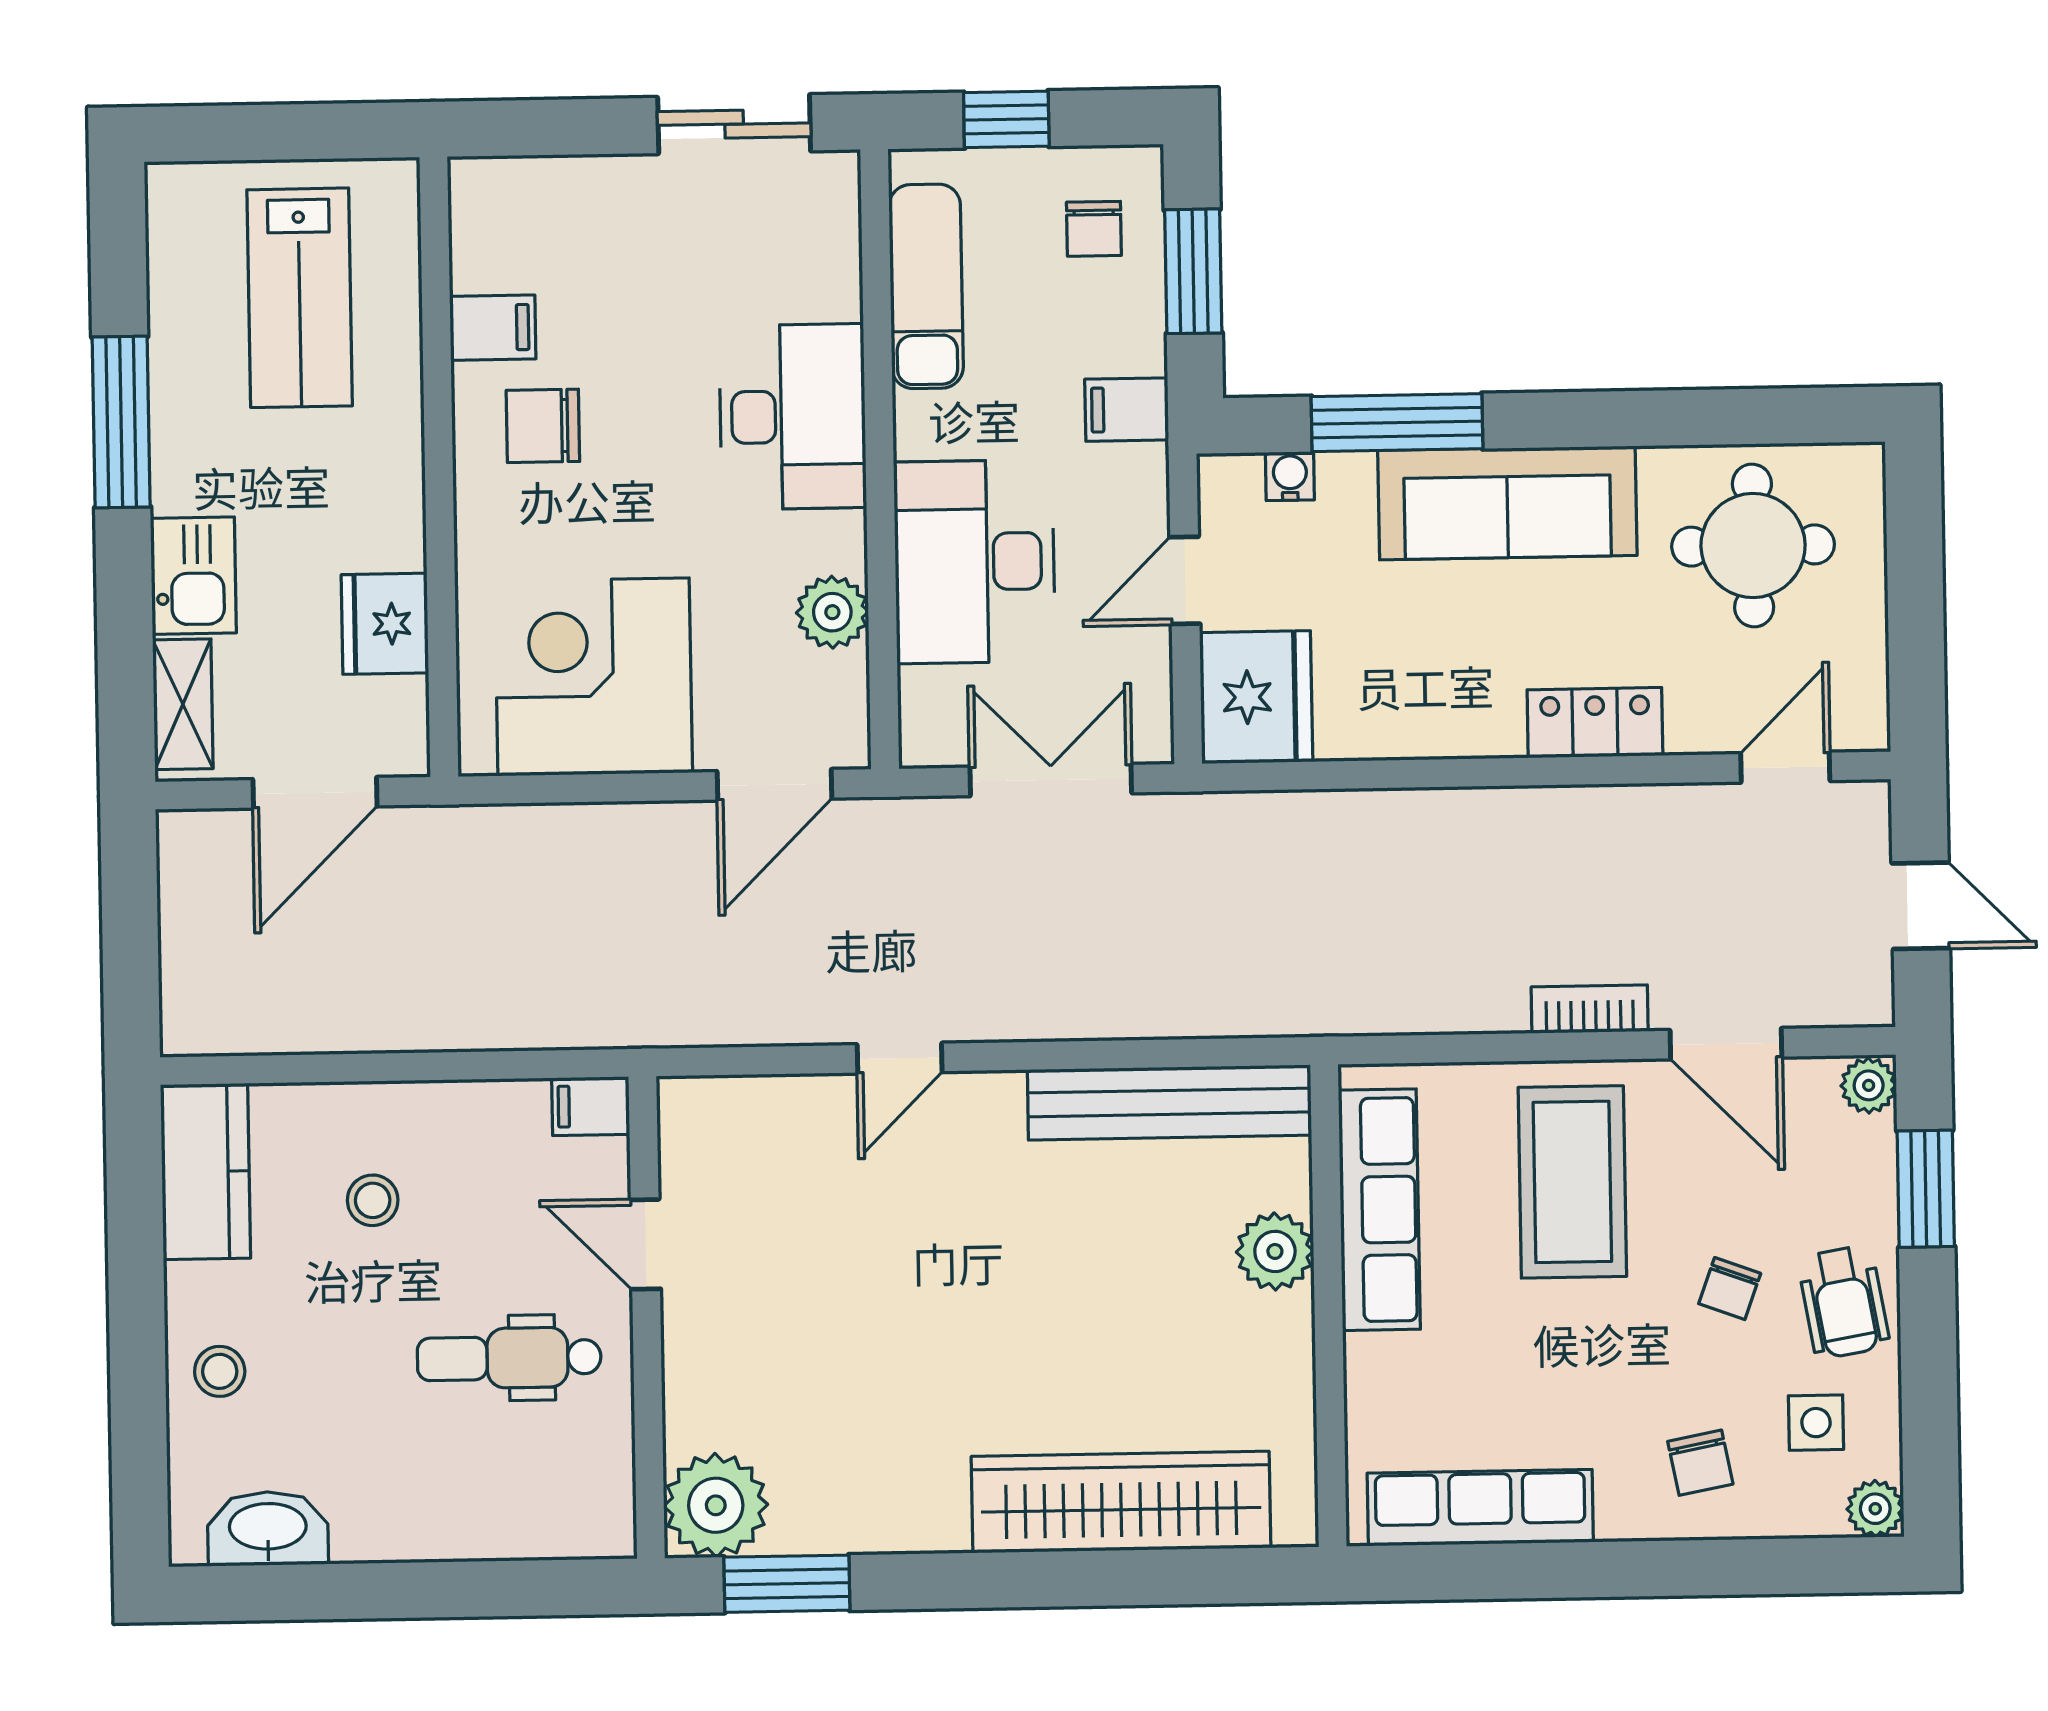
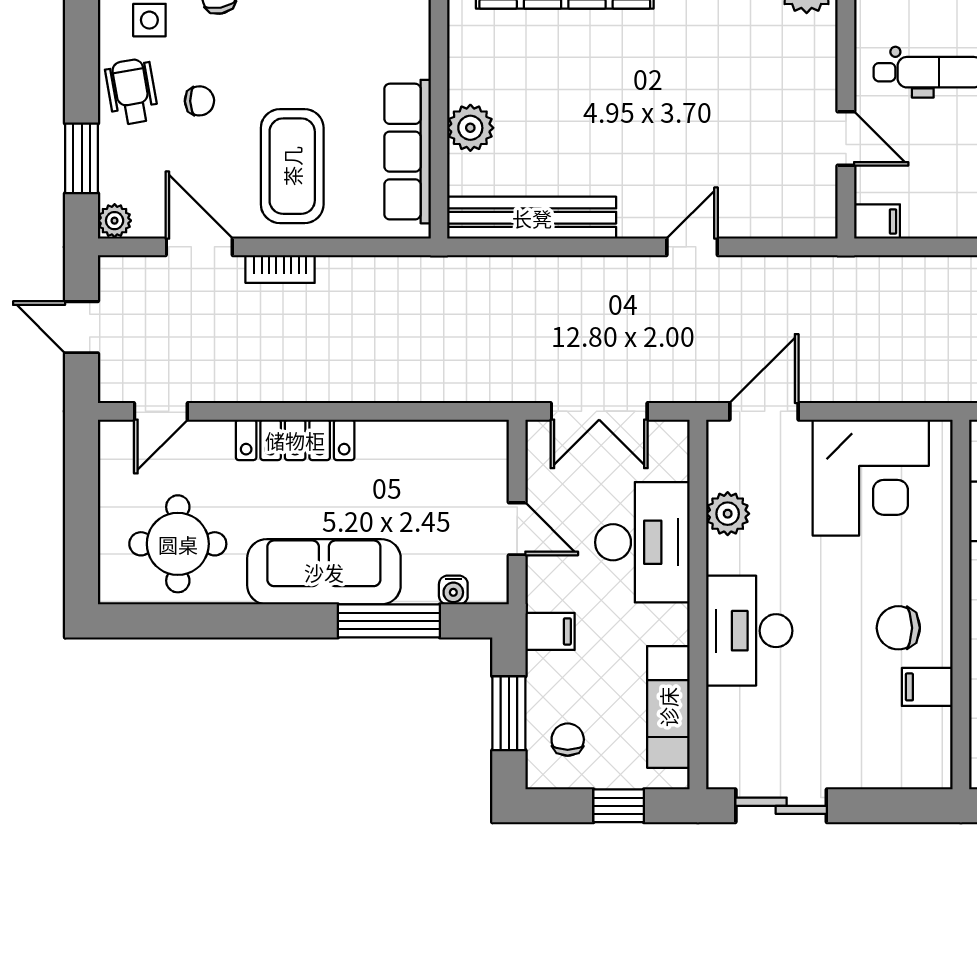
chair: (543, 426) -> (898, 628), turned 180
door: (1185, 580) -> (517, 529), hinge flipped
fridge: (1256, 697) -> (476, 459), removed
locker: (1595, 723) -> (295, 440), width x1.53
chair: (1730, 1289) -> (199, 101), turned 68

